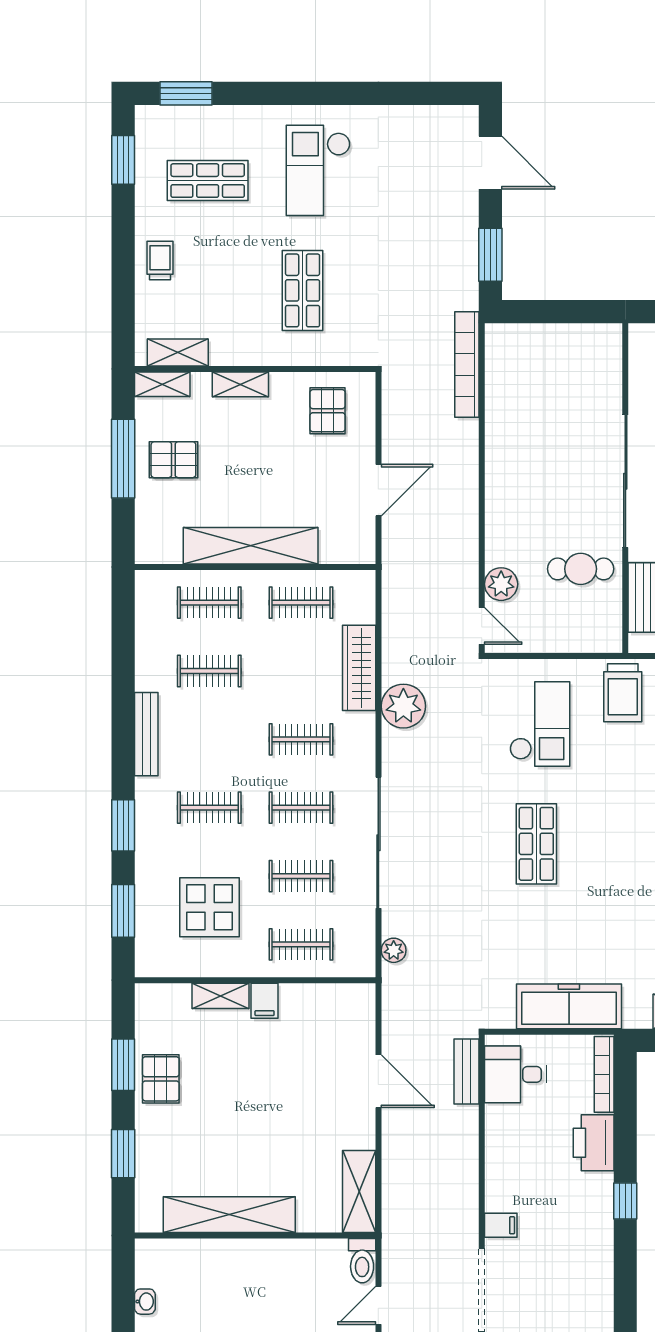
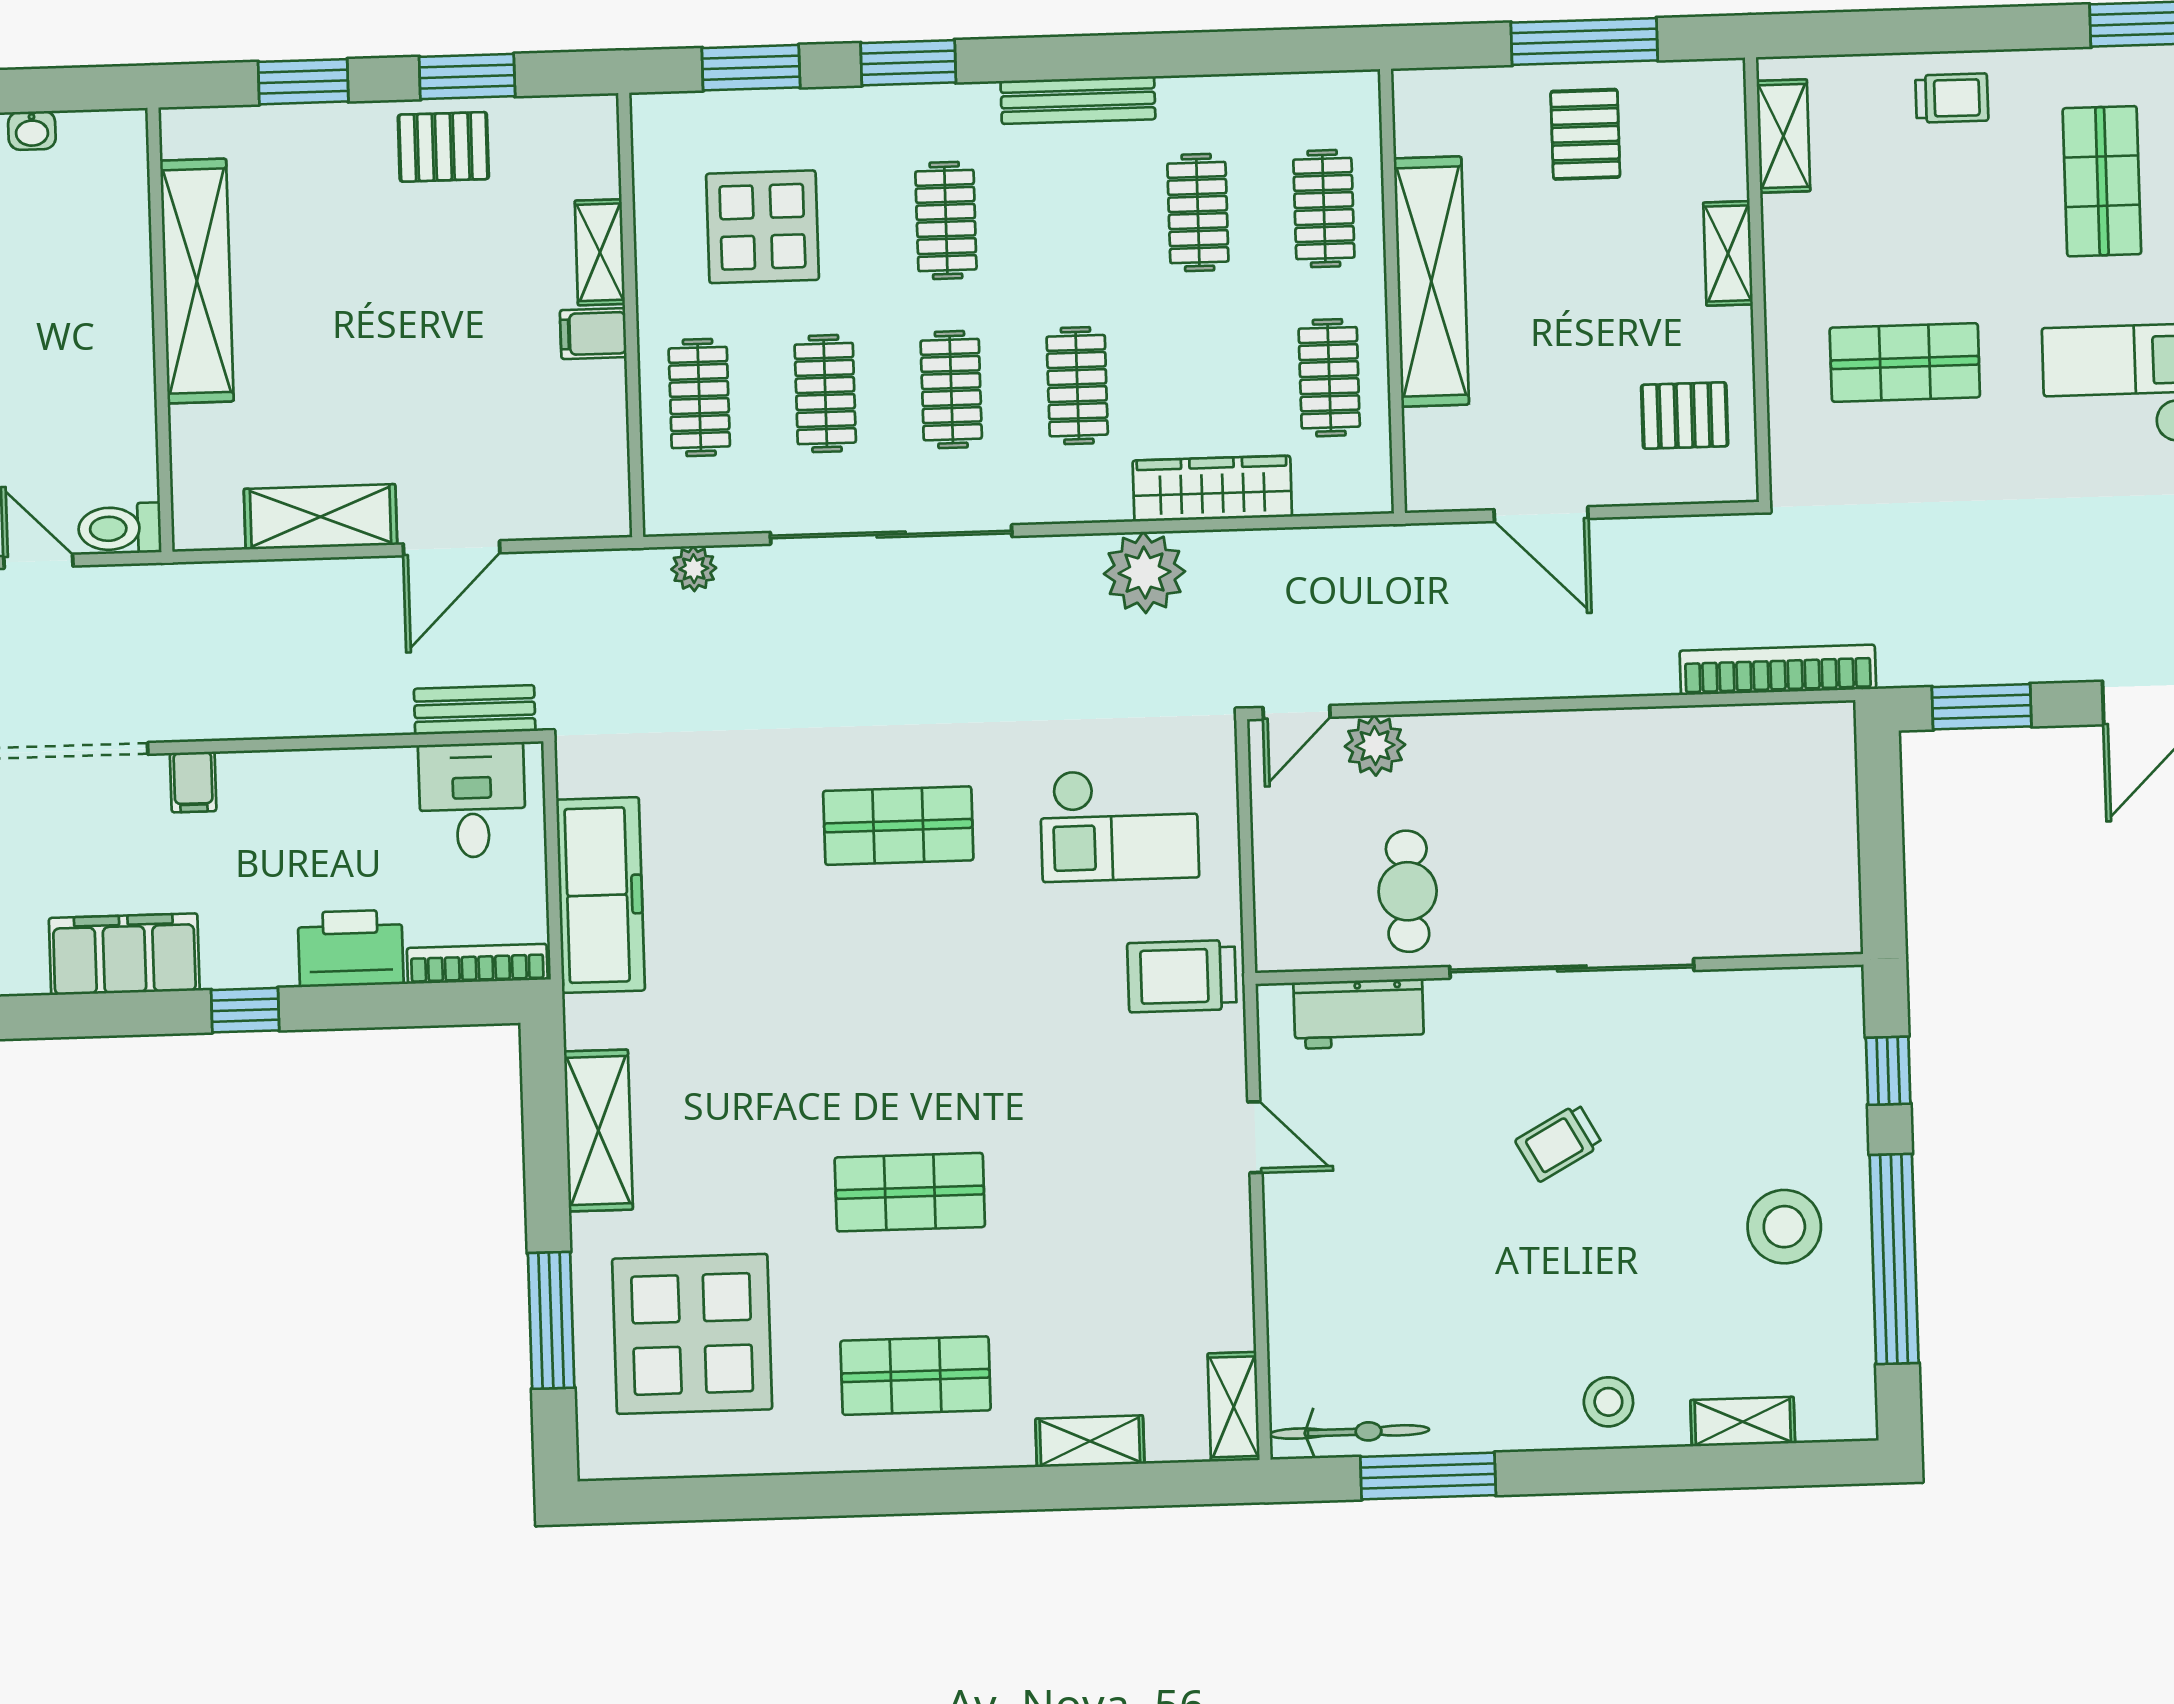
shelving: (162, 384) -> (1724, 109), removed
shelving: (359, 1192) -> (320, 517), moved
filing cabinet: (593, 1265) -> (124, 954), added

